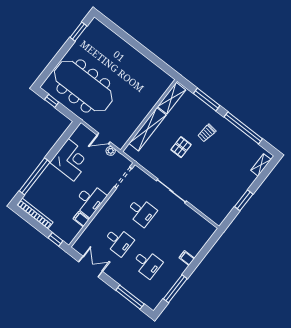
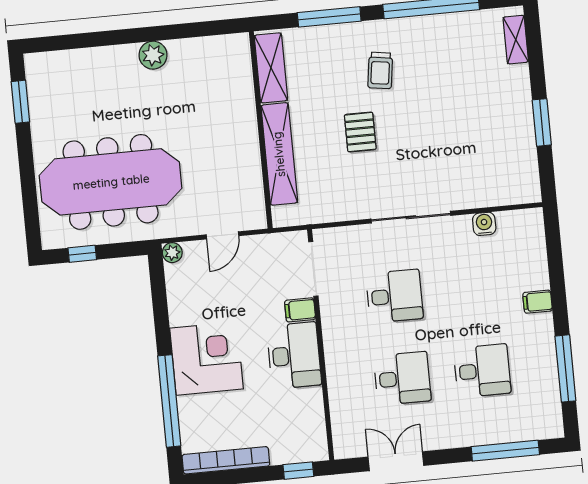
plant: (137, 57) -> (153, 55), added
plant: (111, 151) -> (172, 253), moved
corner desk: (71, 160) -> (206, 359), moved
water cooler: (193, 216) -> (484, 224), added
filing cabinet: (81, 219) -> (300, 310), moved

